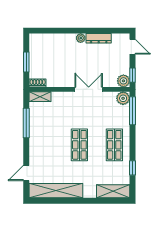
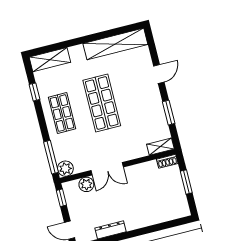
plant: (81, 38) -> (131, 225), removed
plant: (123, 81) -> (86, 184), moved
window: (26, 123) -> (169, 113), width x0.69
shop shelf: (79, 145) -> (102, 103), width x1.43, depth x1.36
door: (26, 173) -> (159, 74), moved

